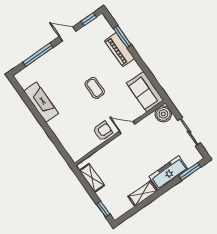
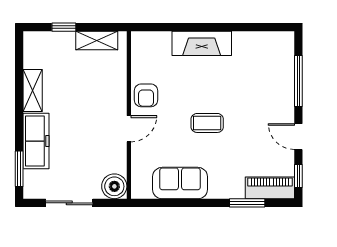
door: (68, 34) -> (298, 137), swing flipped
piano: (120, 50) -> (270, 188), moved
sofa: (145, 92) -> (180, 183), moved
fireplace: (41, 102) -> (202, 43), moved
window: (103, 209) -> (64, 27), moved

